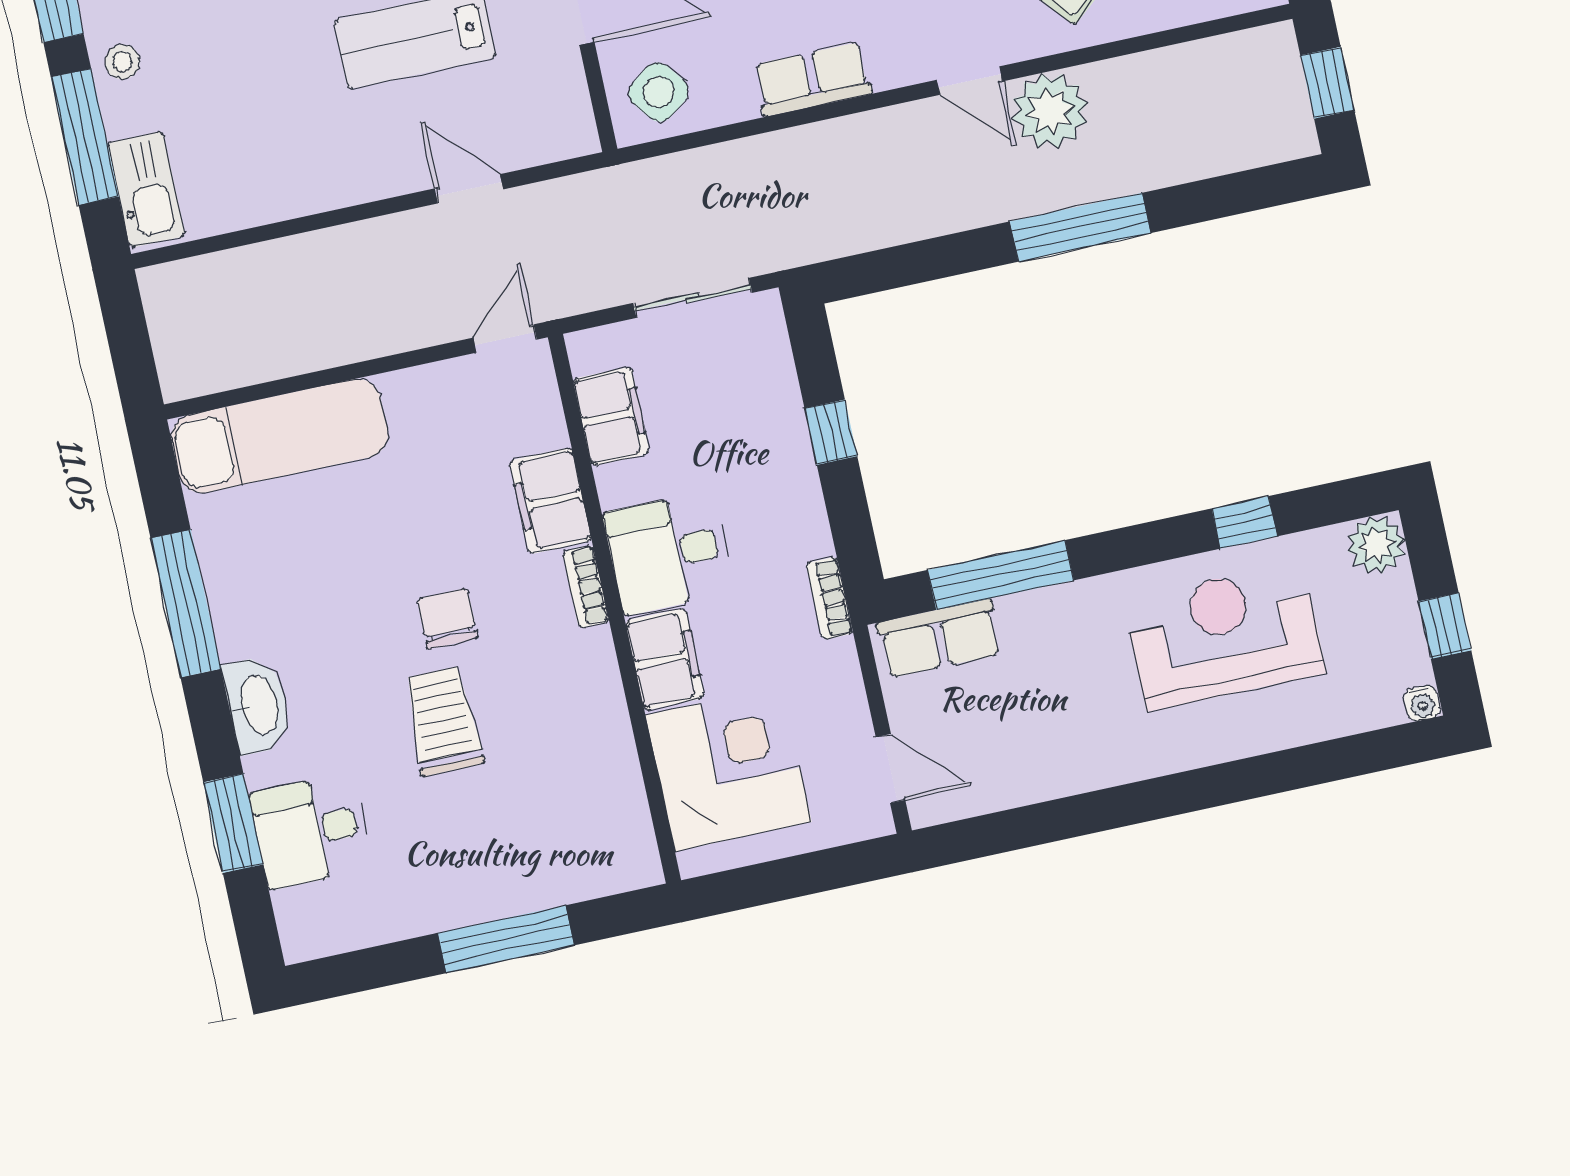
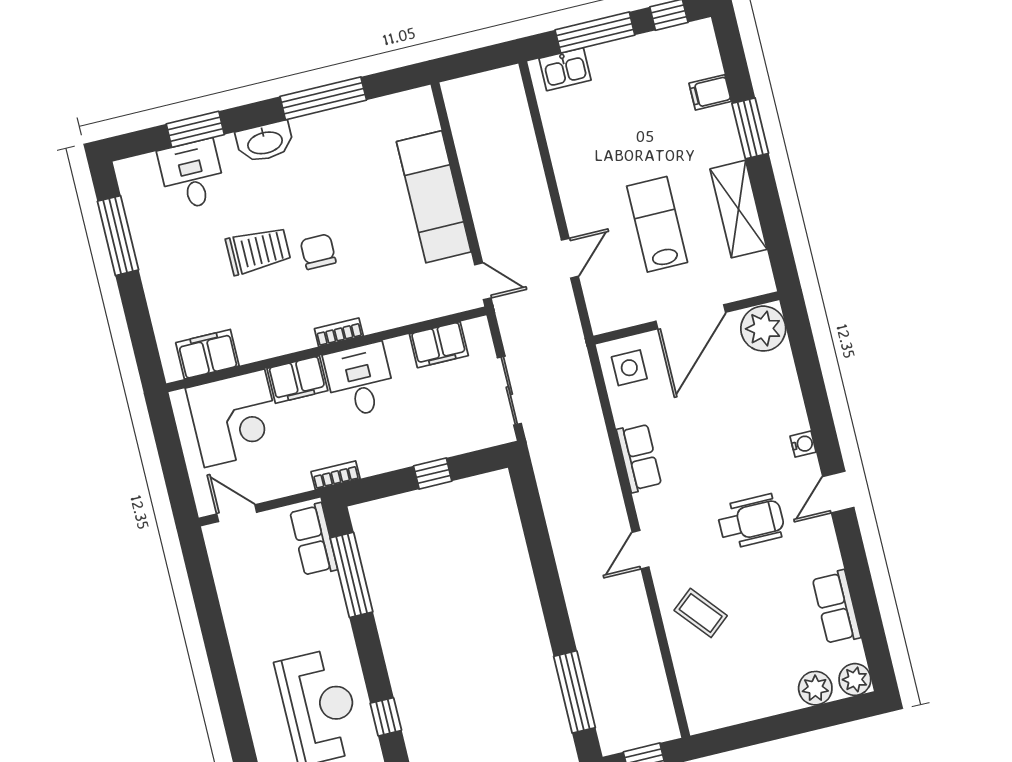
stool: (122, 62) -> (639, 53), removed
side table: (659, 92) -> (629, 368), turned 37
plant: (1050, 111) -> (624, 597), removed
kitchen sink: (146, 189) -> (565, 69), width x0.73
window: (1080, 227) -> (574, 692), moved
exam couch: (280, 436) -> (434, 197), moved
filing cabinet: (551, 501) -> (207, 354), moved
chair: (447, 619) -> (318, 252), turned -90
door: (890, 769) -> (237, 513), swing flipped
window: (506, 939) -> (118, 236), moved

